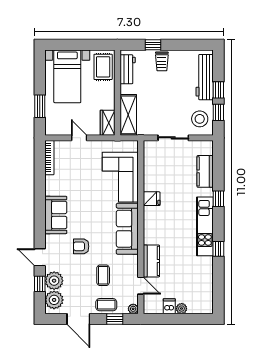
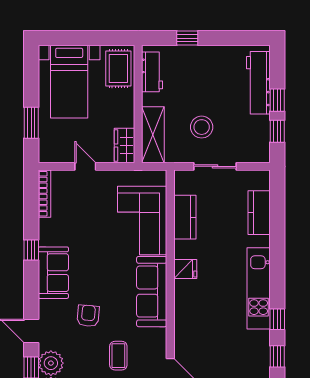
trolley: (162, 61) -> (199, 61), removed
stool: (200, 119) -> (202, 127), moved
window: (40, 198) -> (31, 250), added
fridge: (152, 199) -> (185, 269), moved
window: (218, 199) -> (277, 356), moved
armchair: (81, 246) -> (88, 316), turned 95
kitchen counter: (151, 261) -> (185, 217), moved

